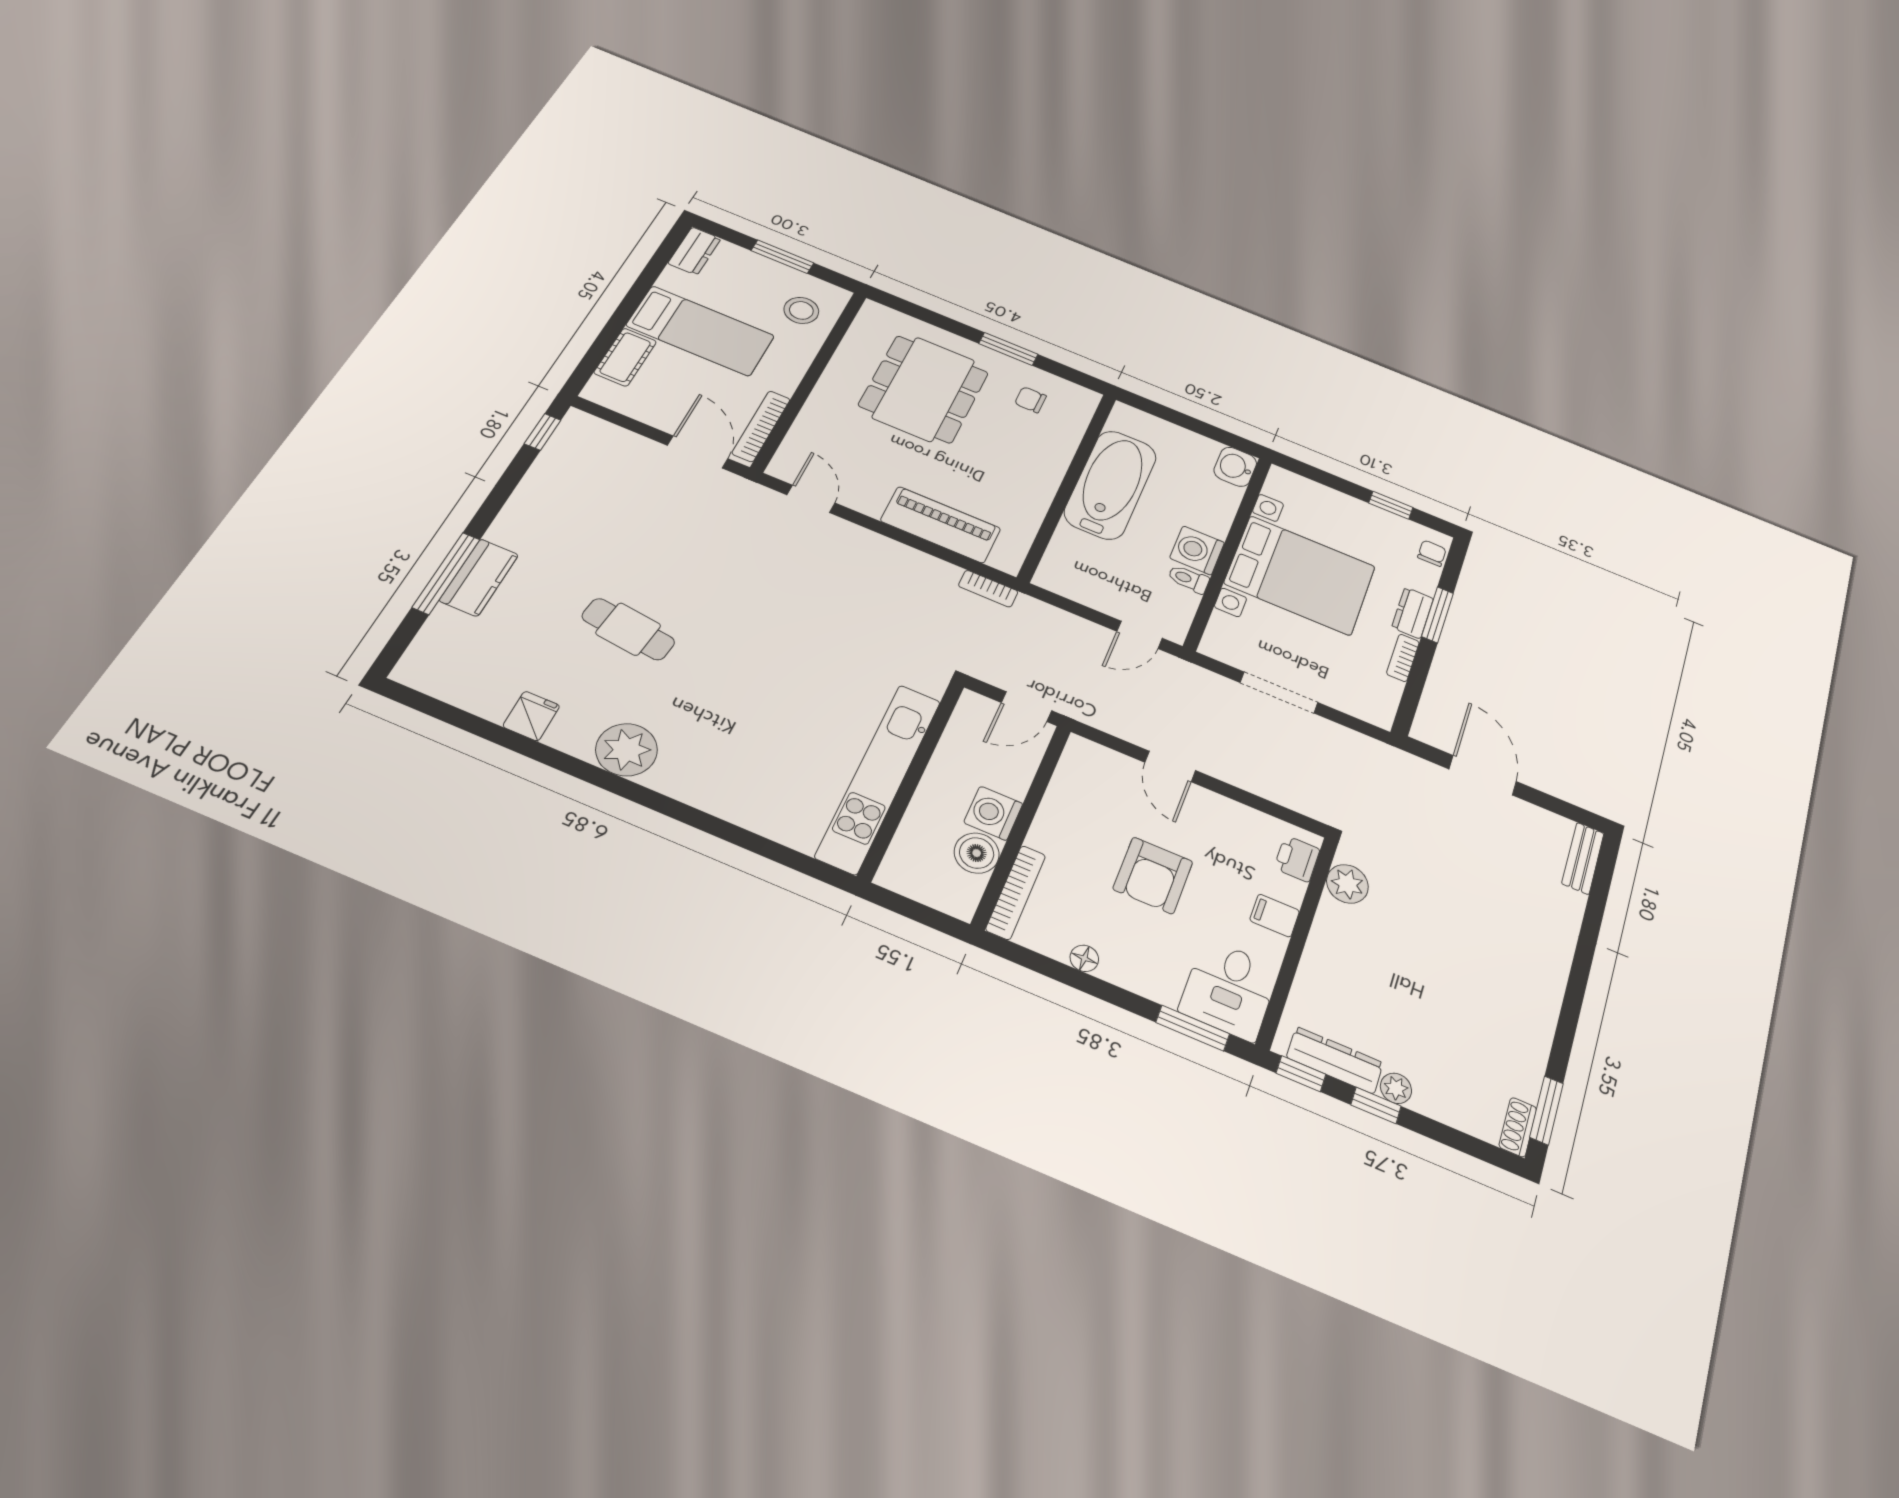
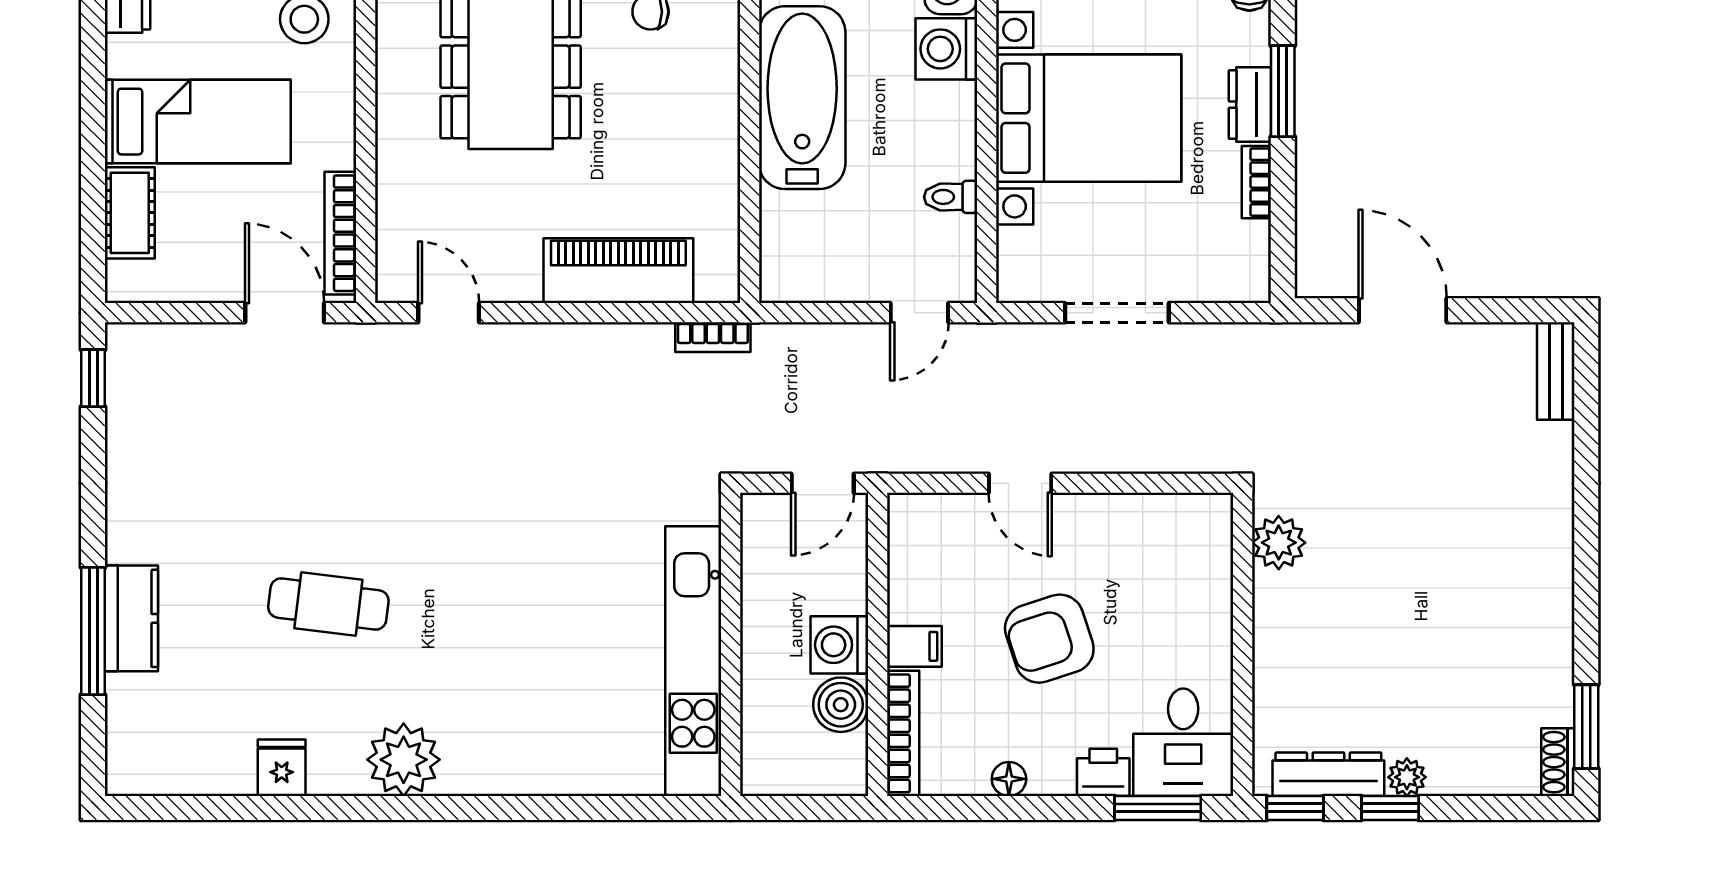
washing machine: (1197, 550) -> (946, 49), moved
printer: (1297, 859) -> (1103, 772), moved, turned 90
armchair: (1153, 875) -> (1049, 639), turned 72
filing cabinet: (1275, 916) -> (914, 646), moved, turned 180

